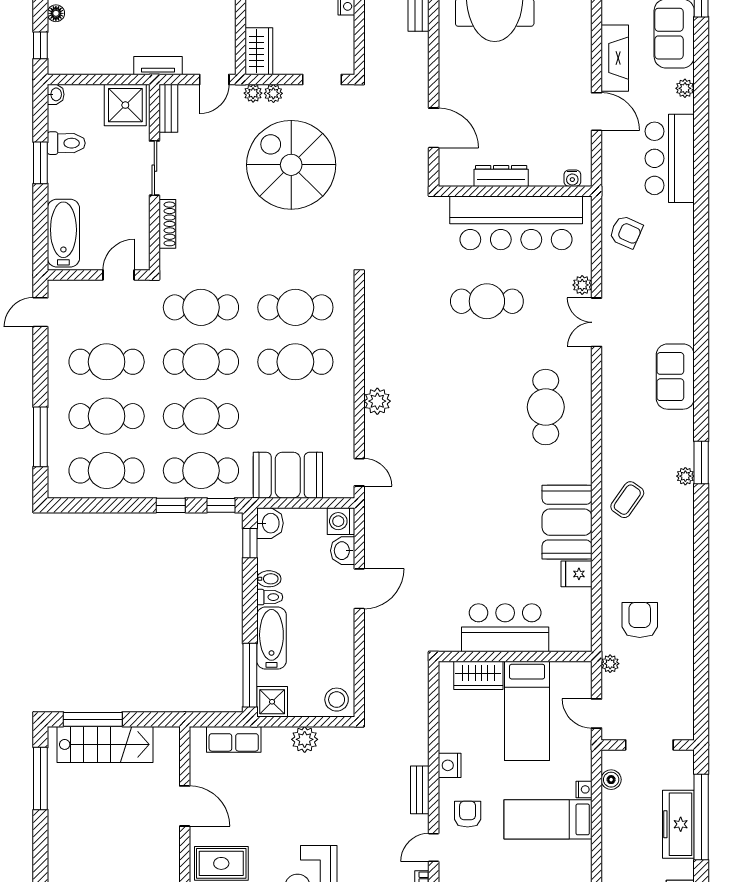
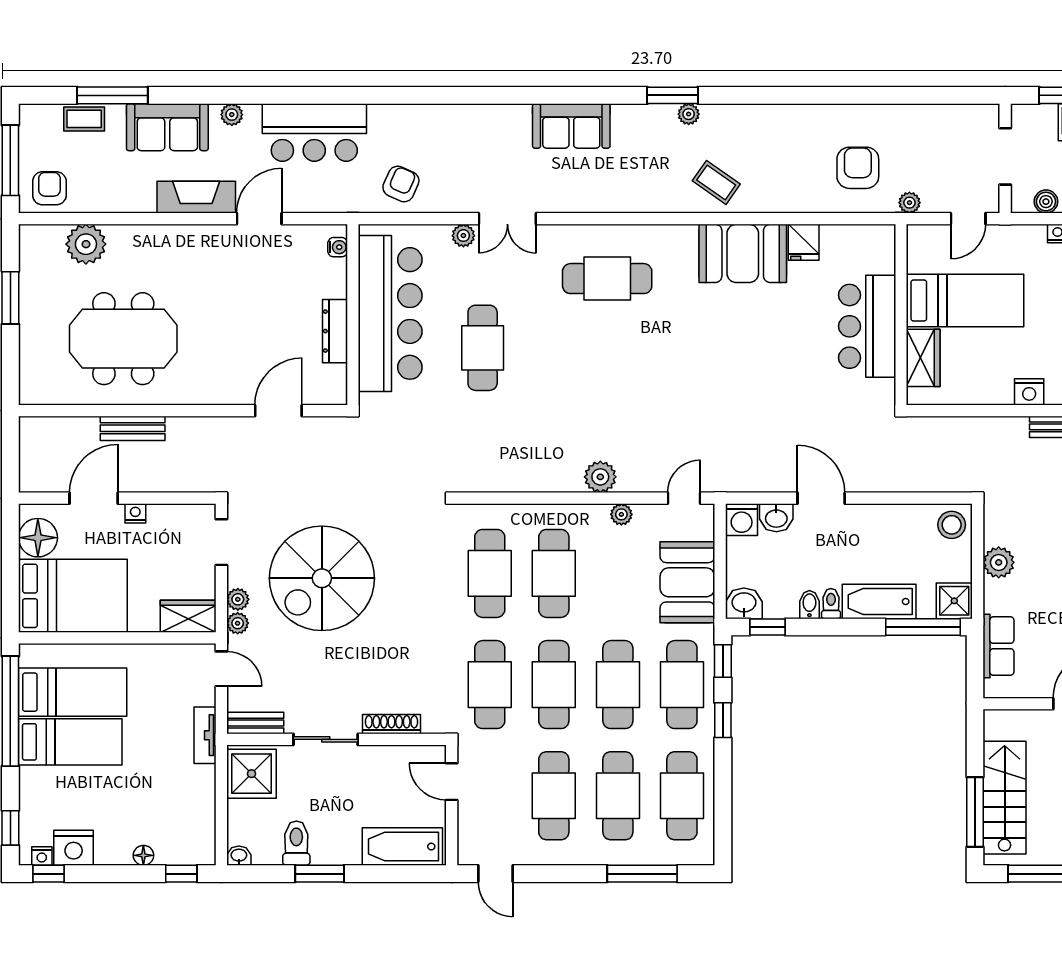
plant: (345, 419) -> (621, 514), added
armchair: (640, 620) -> (858, 168), turned 90

